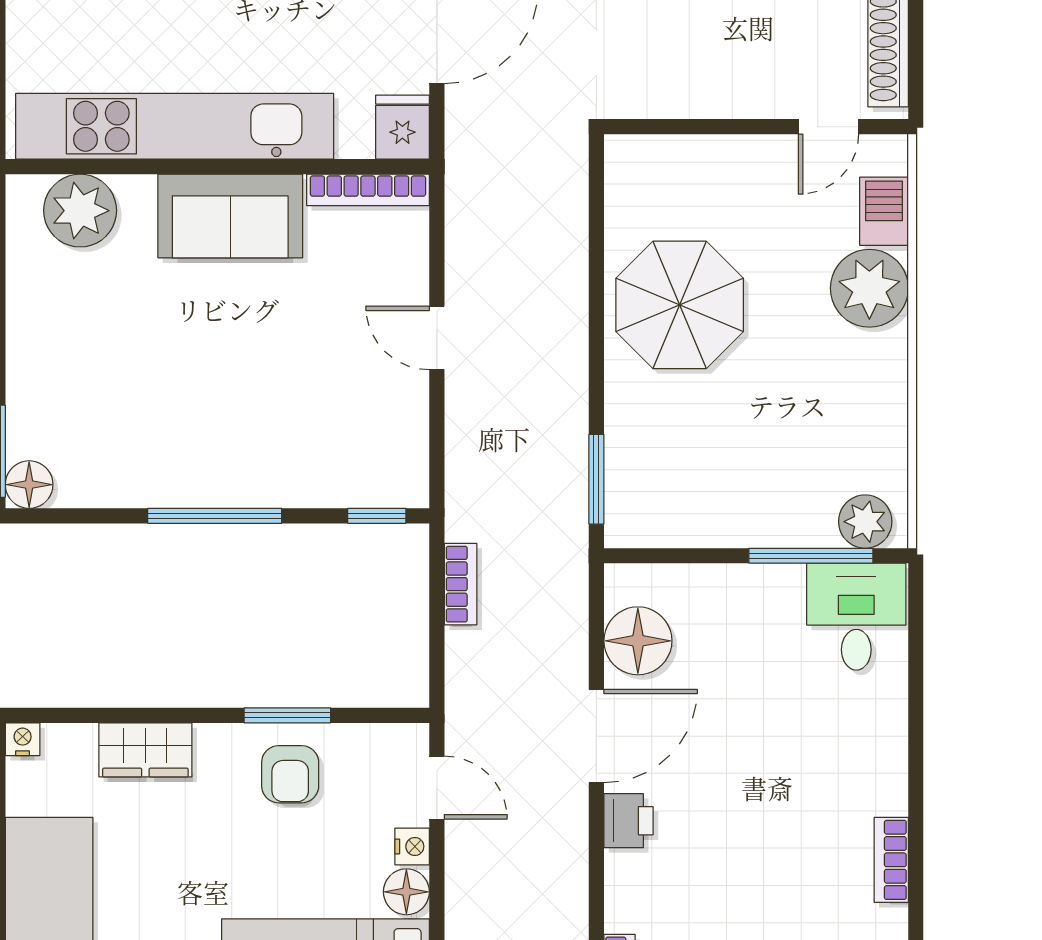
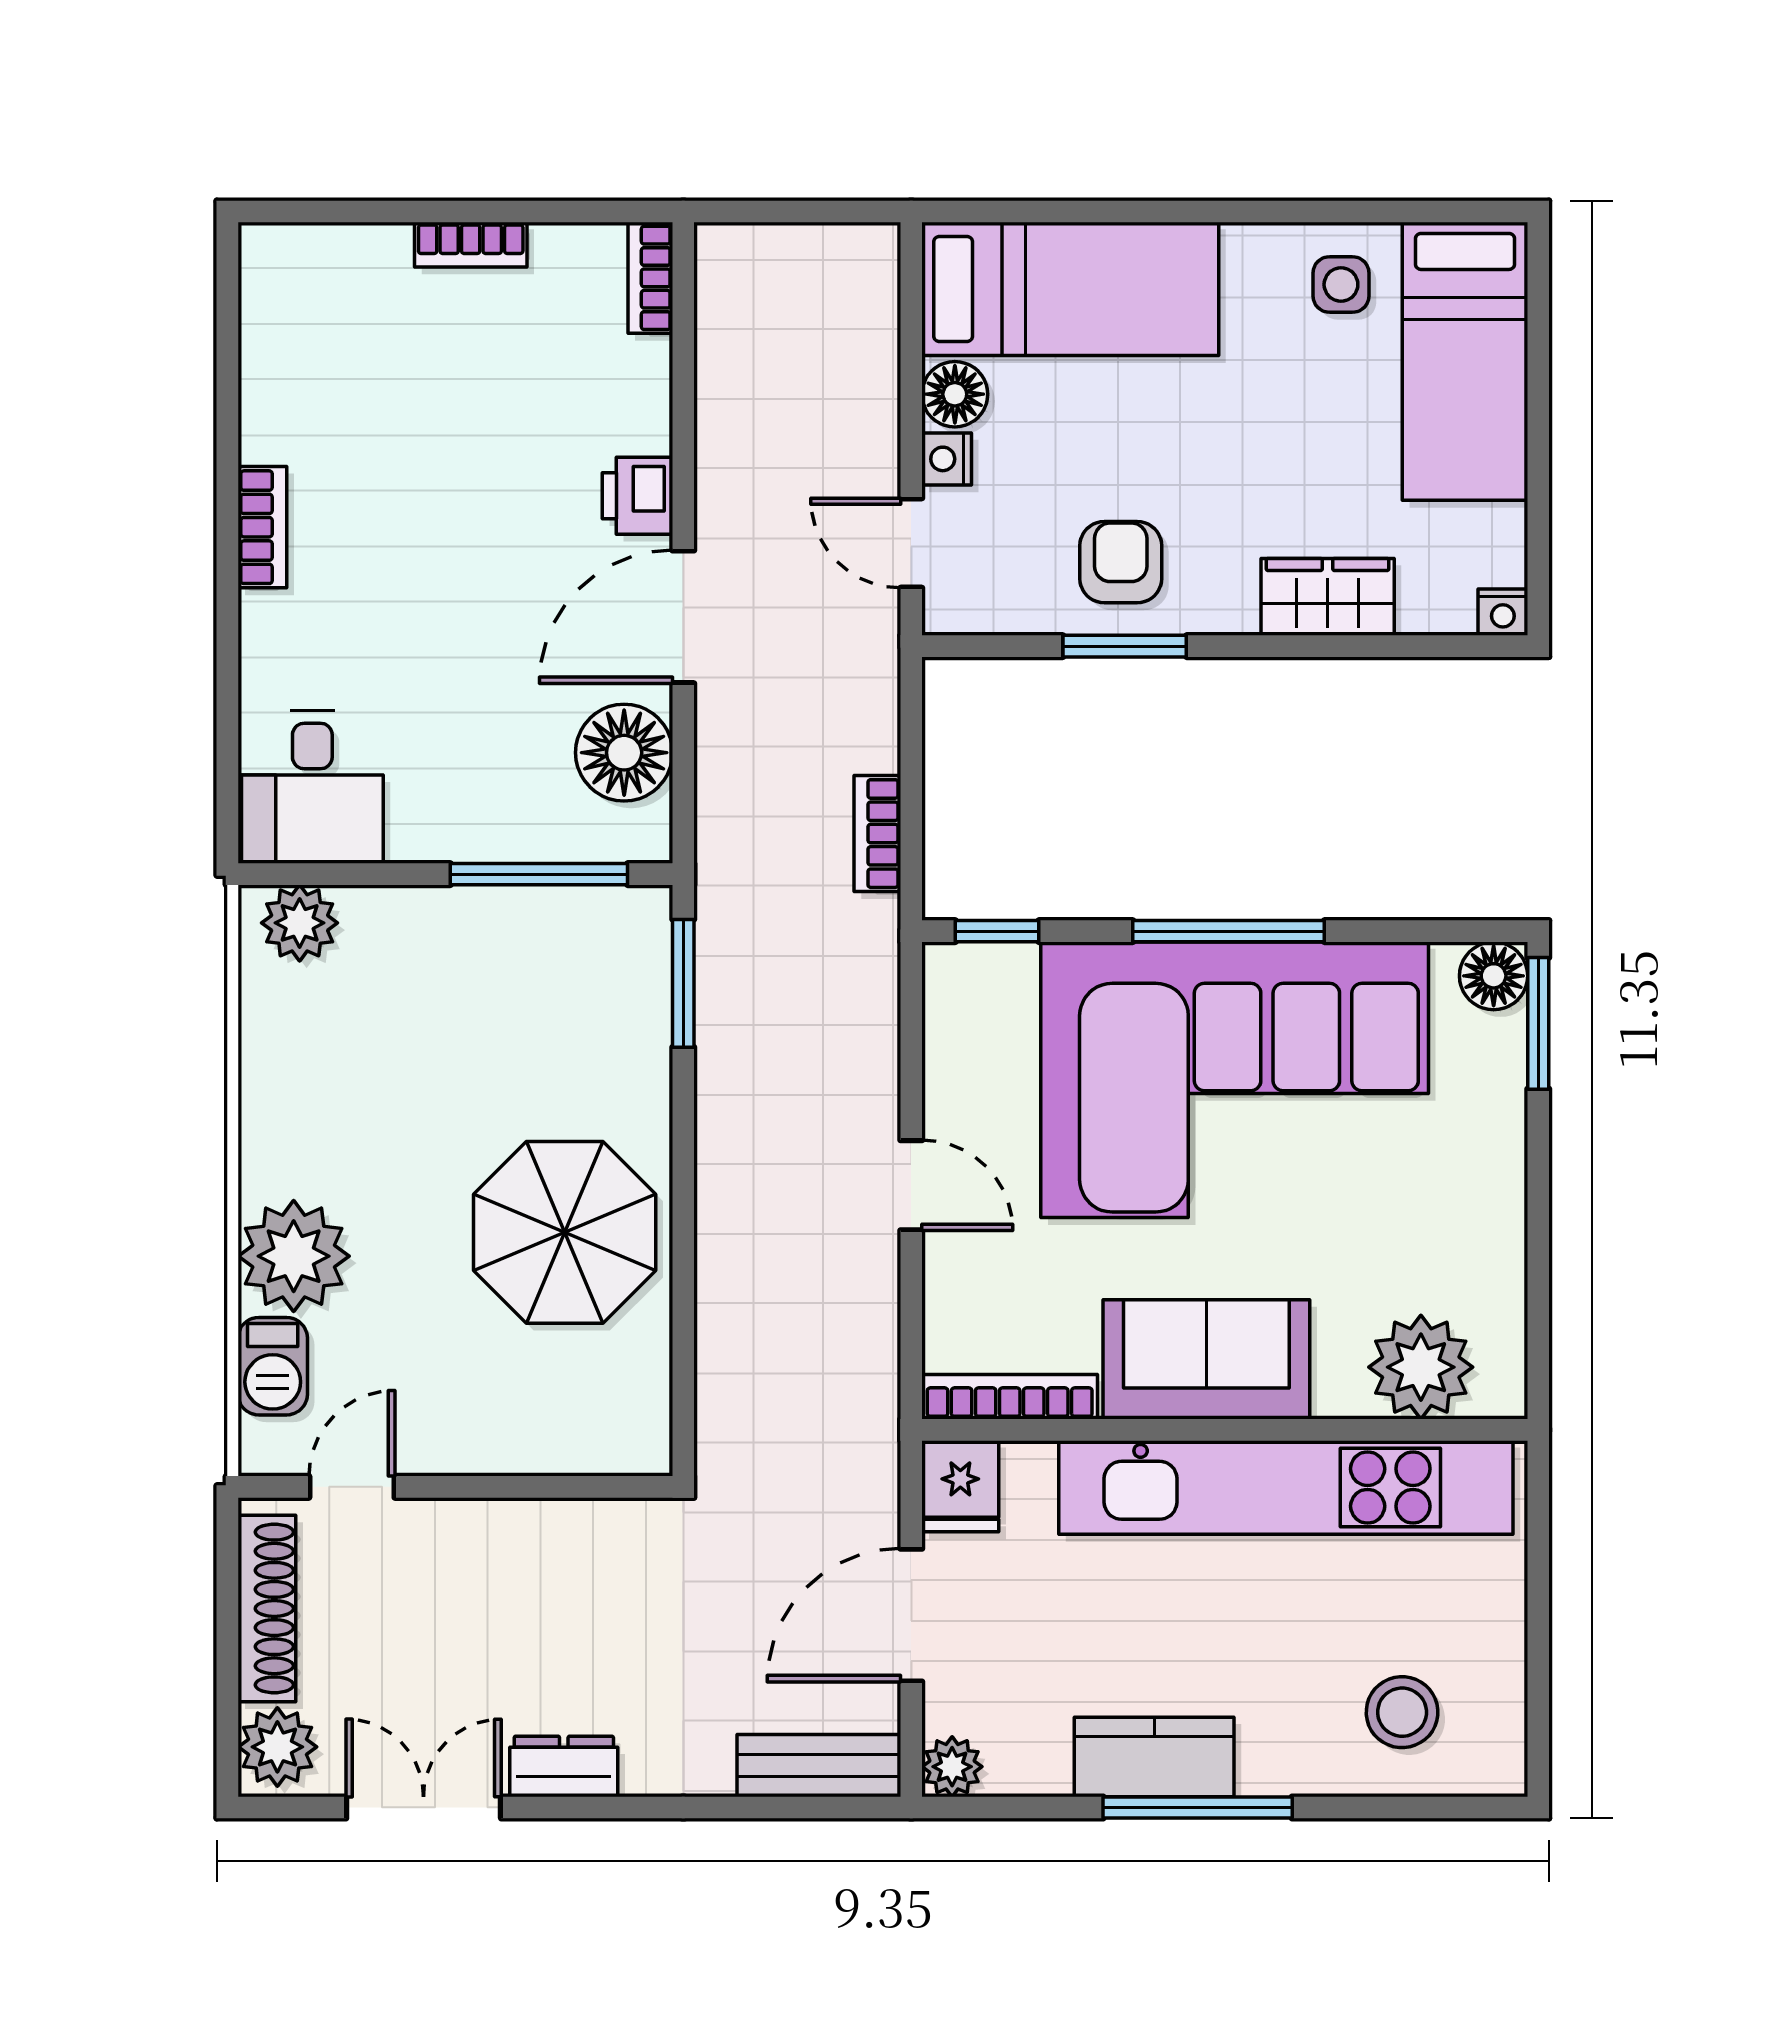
corner sofa: (210, 412) -> (1235, 1080), added
window: (811, 556) -> (539, 874), moved
bookcase: (891, 860) -> (262, 527), moved

